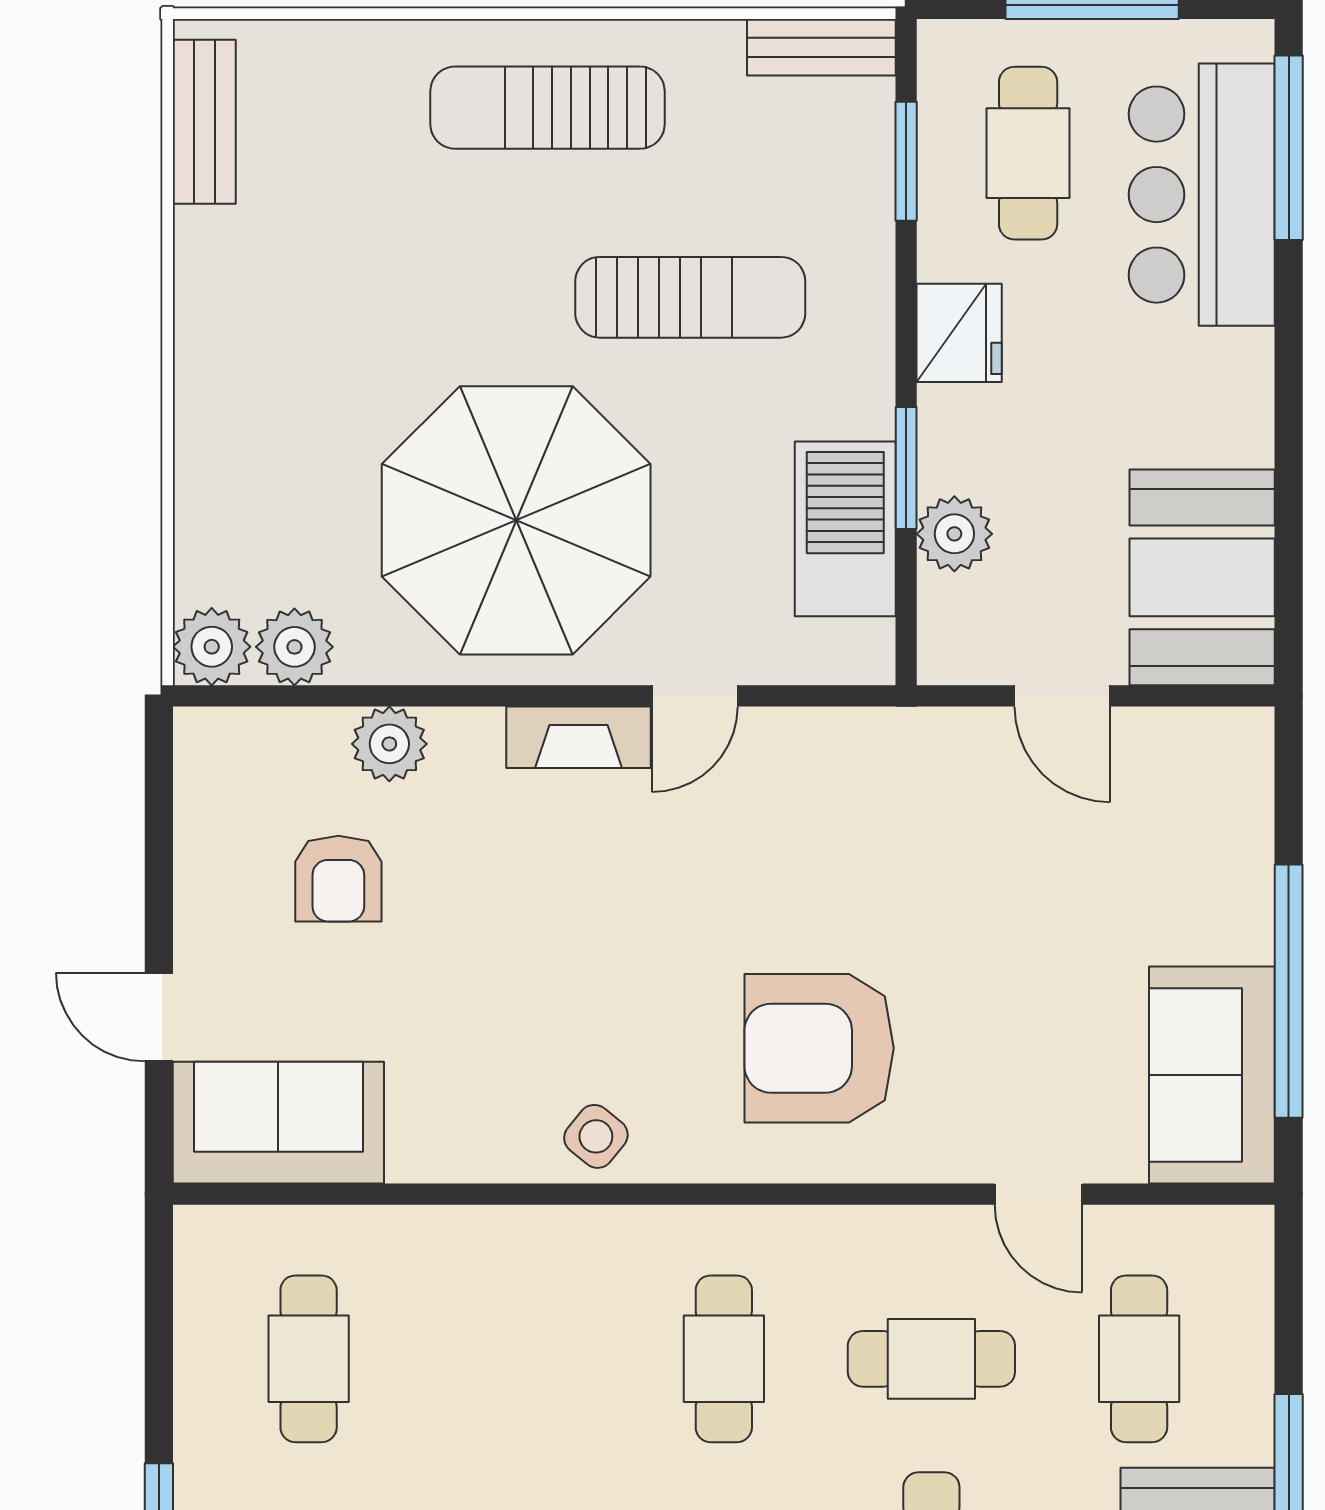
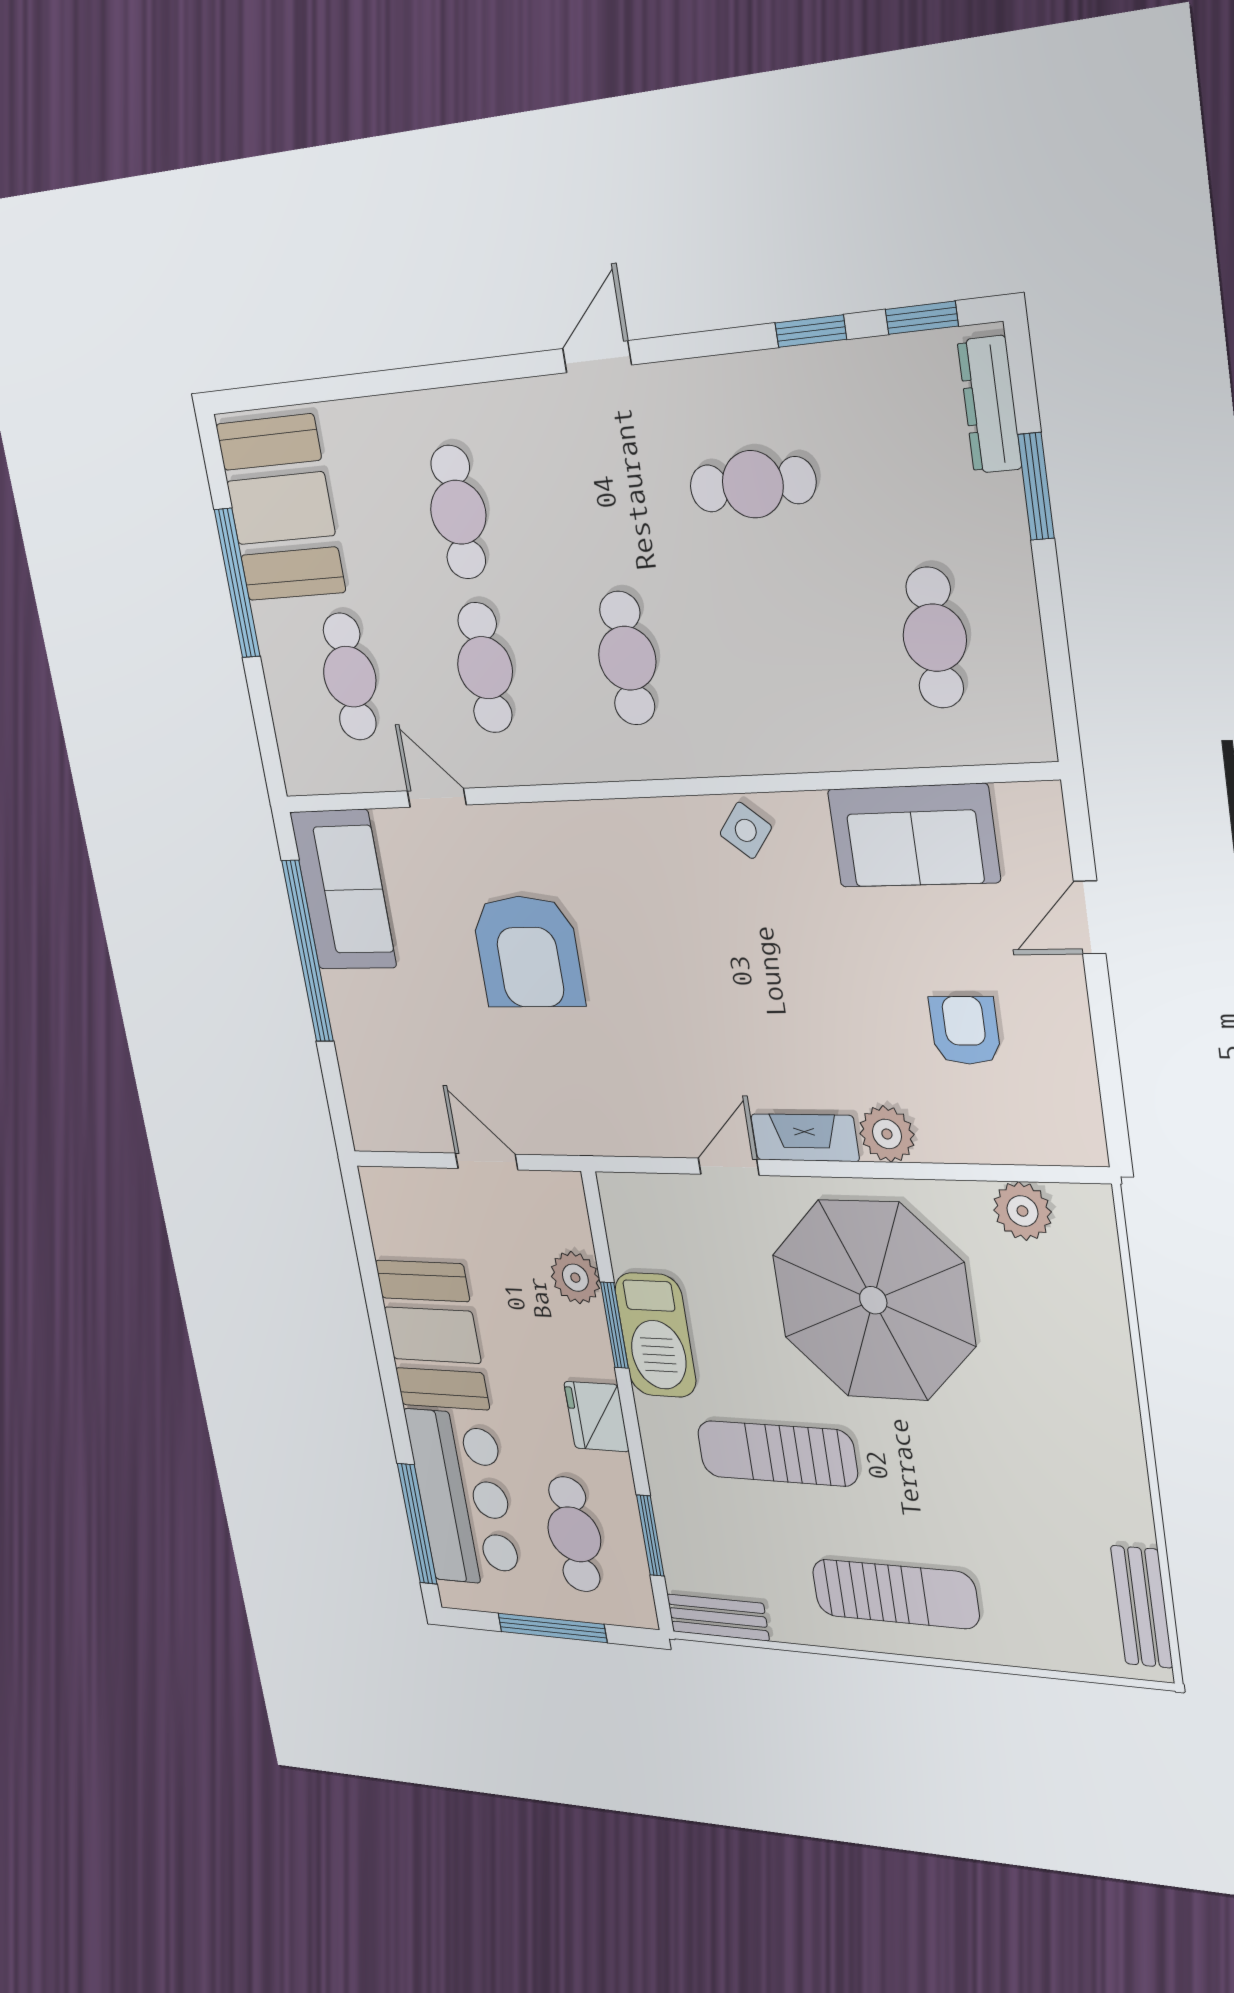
barbecue: (845, 529) -> (656, 1335), moved
booth: (1202, 577) -> (432, 1335), moved
plant: (212, 647) -> (1086, 1213), removed
plant: (389, 744) -> (887, 1134), moved
door: (159, 1017) -> (1090, 917), swing flipped
armchair: (819, 1048) -> (528, 952), moved, turned 90
sofa: (278, 1123) -> (913, 836), moved
cafe table: (931, 1359) -> (485, 668), turned 90

